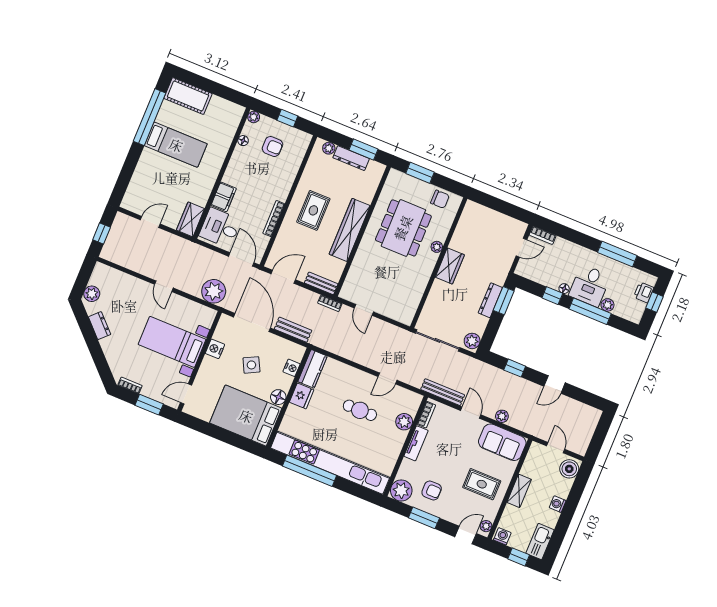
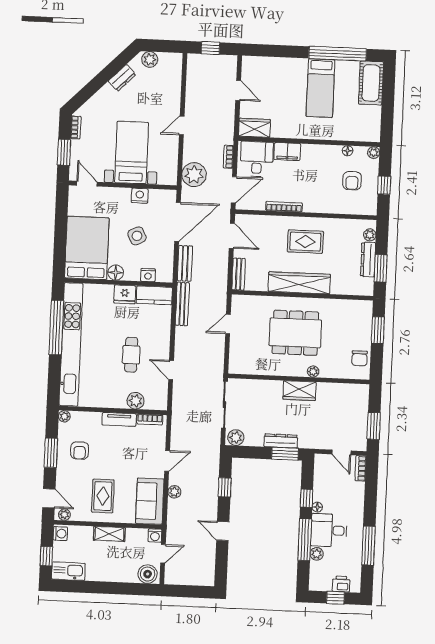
window: (508, 209) -> (374, 426), added
dining table: (403, 228) -> (295, 333), moved
bookcase: (330, 303) -> (228, 157), moved
bench: (443, 392) -> (182, 304), moved
plant: (401, 490) -> (64, 416), width x0.53, depth x0.53
washing machine: (558, 504) -> (155, 535), moved, turned 180

